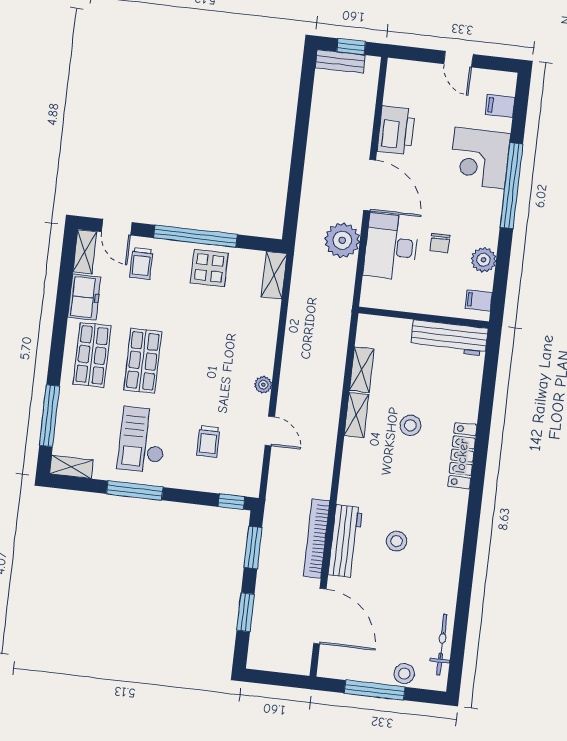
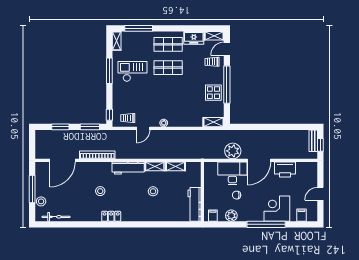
trolley: (208, 441) -> (128, 118), moved
locker: (462, 456) -> (111, 216), moved, width x0.66
workbench: (345, 541) -> (128, 168), moved

